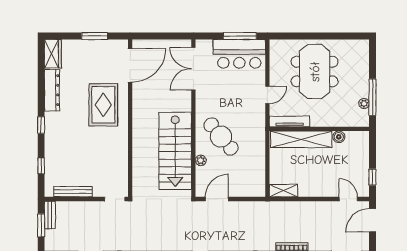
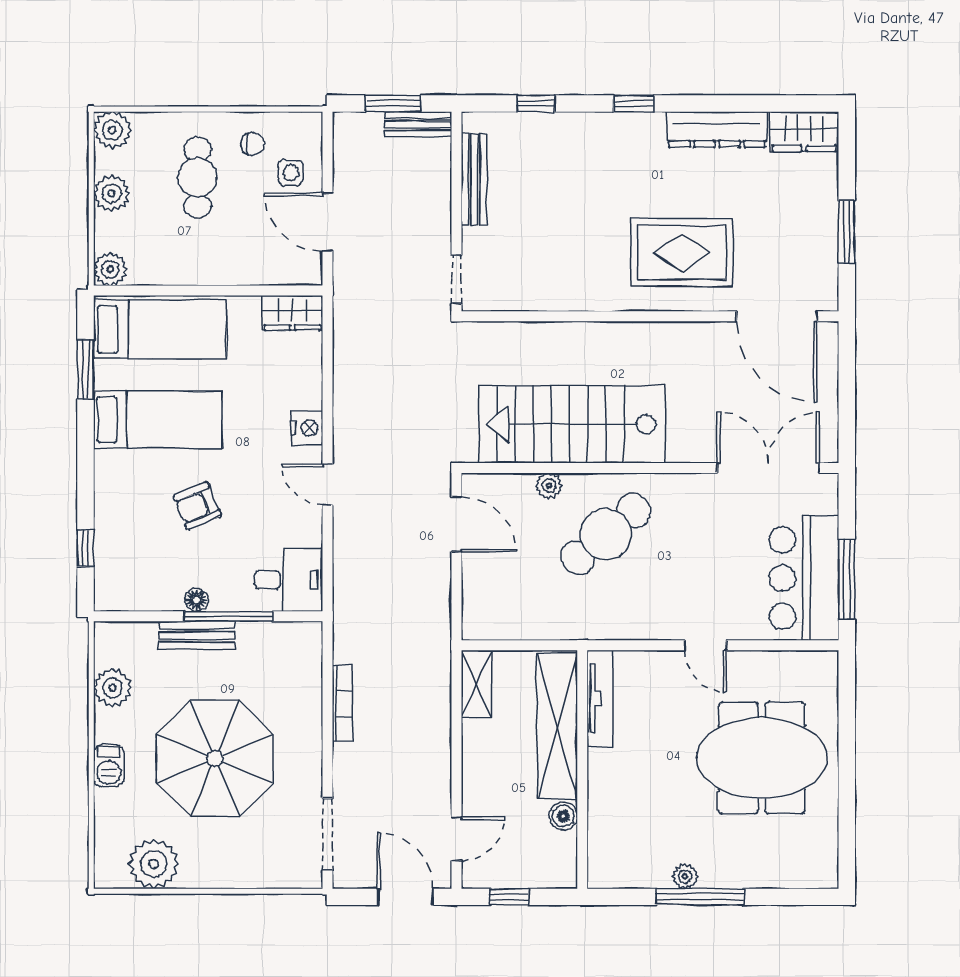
tv unit: (290, 121) -> (600, 698), moved
wall: (319, 129) -> (582, 769), moved
boiler: (339, 137) -> (563, 816), moved
shelving: (301, 139) -> (557, 726), moved

